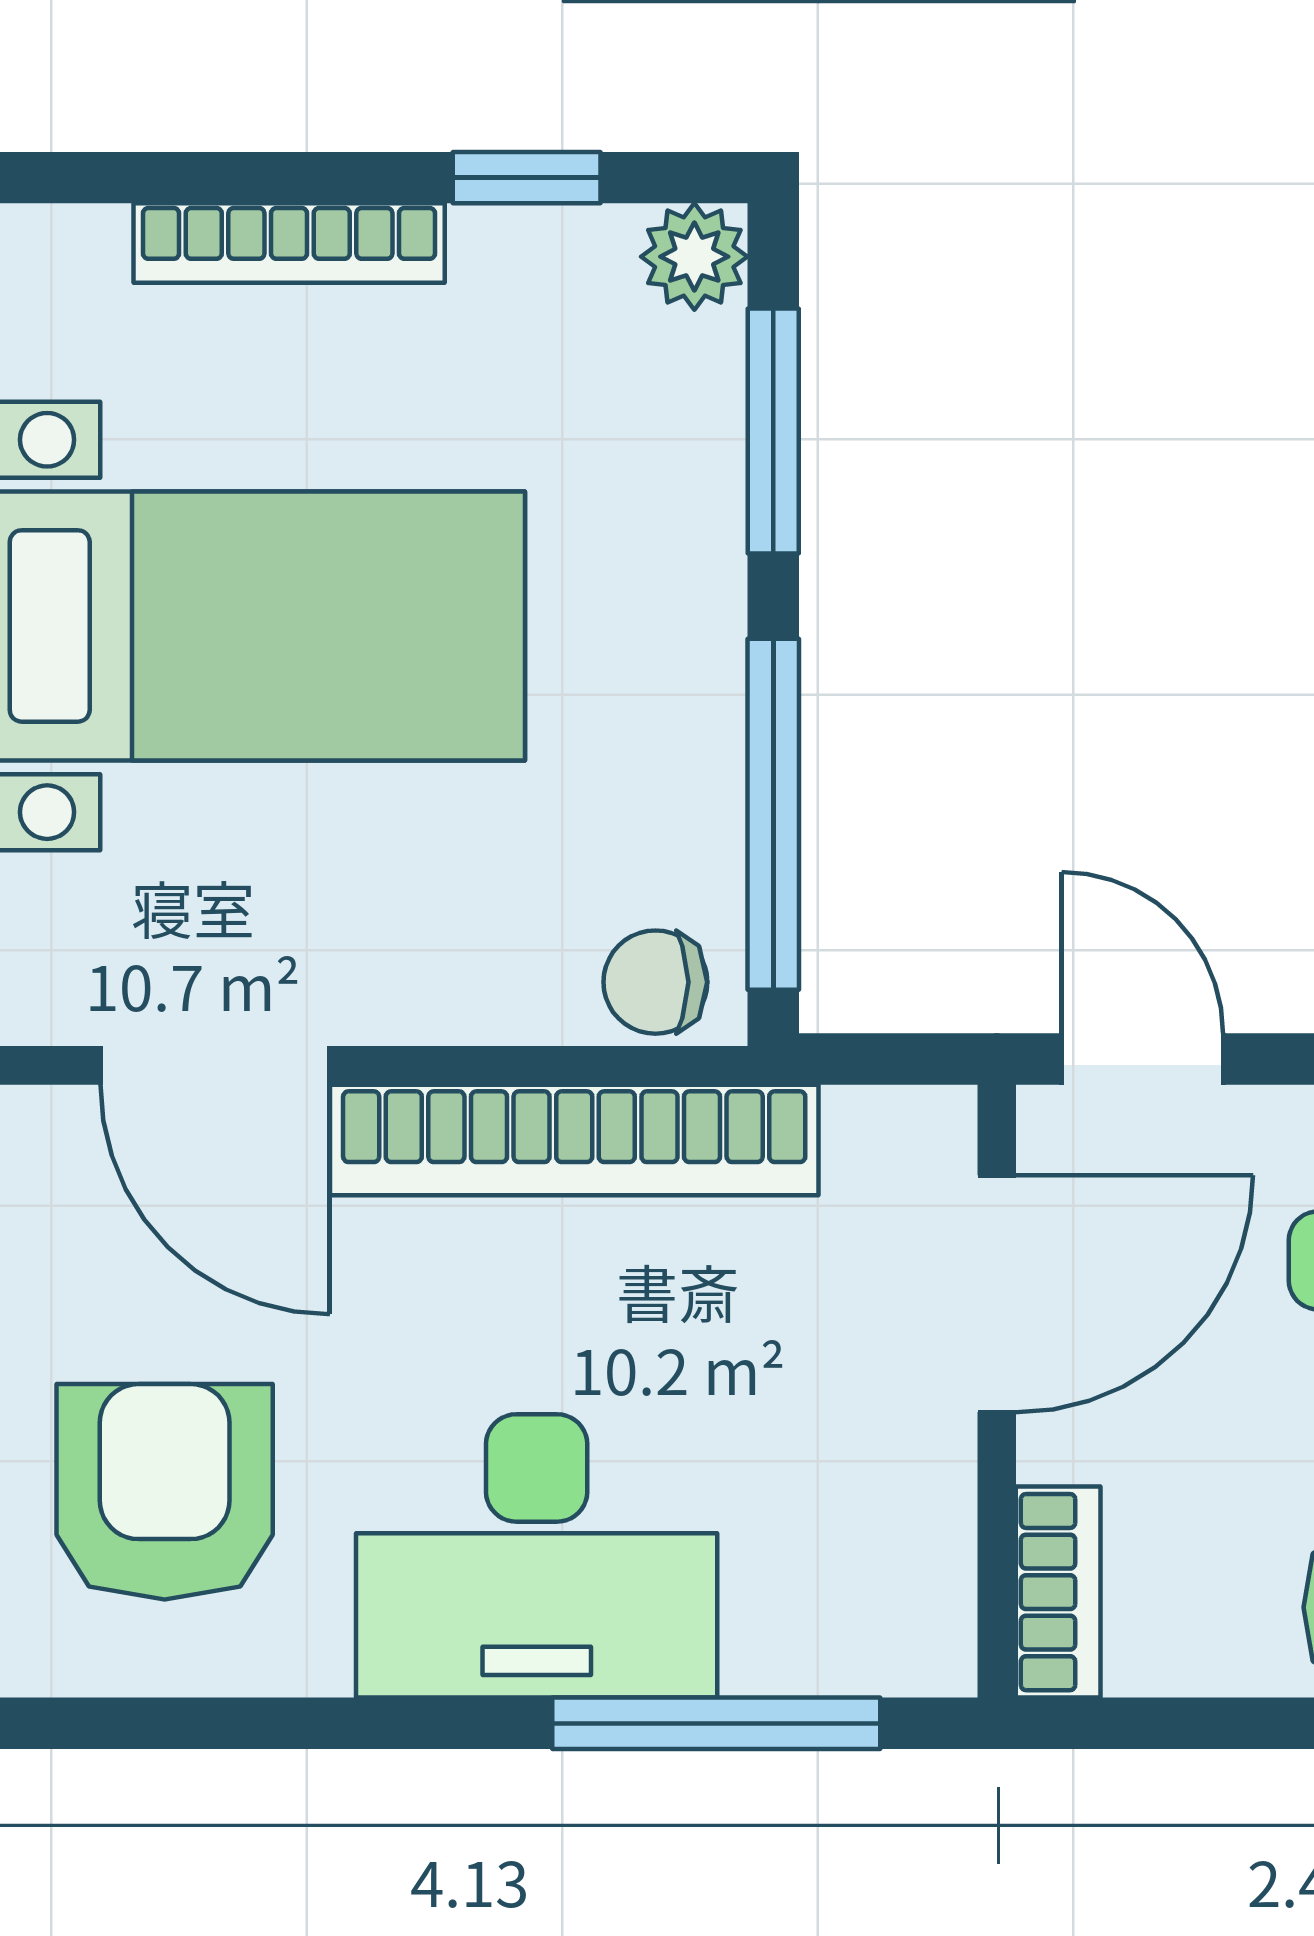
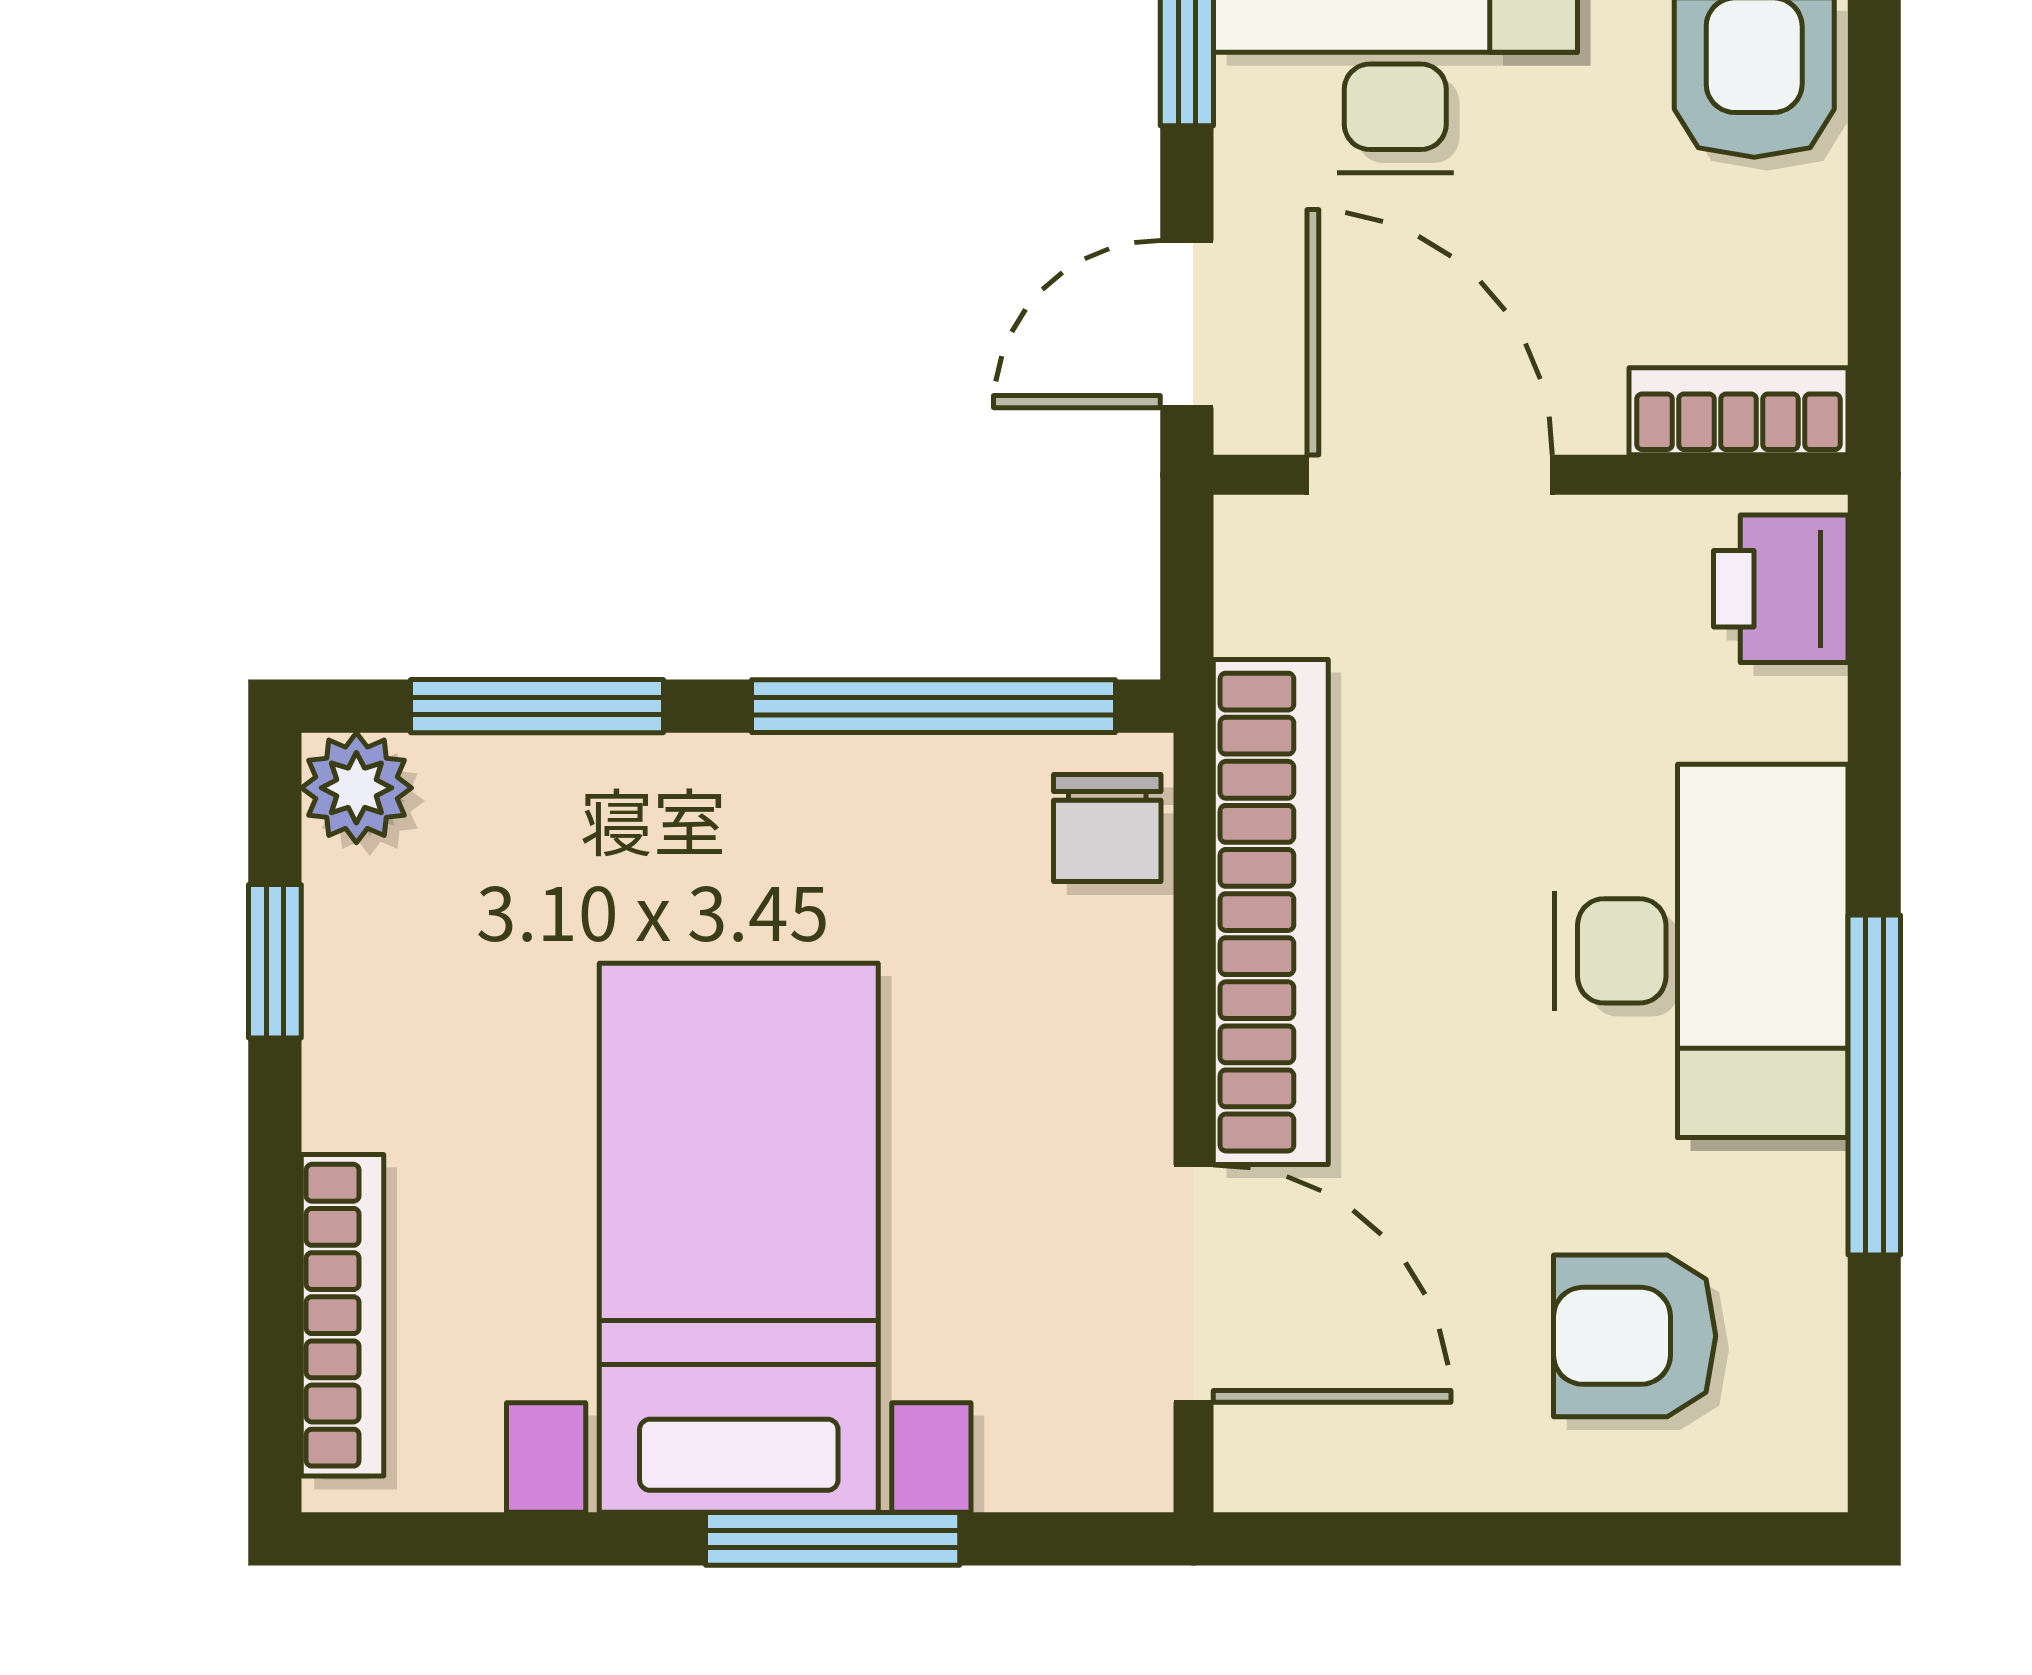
bookcase: (289, 243) -> (342, 1315), moved
door: (215, 1065) -> (1193, 1284), hinge flipped
armchair: (165, 1492) -> (1635, 1336), width x0.72, depth x0.72
printer: (887, 1633) -> (1781, 589), added
window: (716, 1723) -> (1874, 1085), moved

